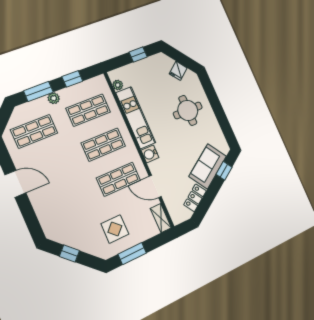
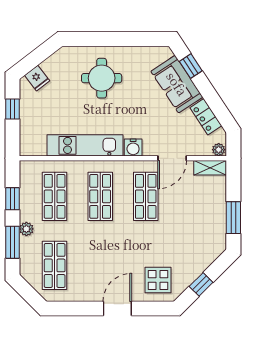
fridge: (178, 71) -> (37, 78), moved
plant: (118, 85) -> (219, 150), moved
door: (15, 184) -> (117, 309), moved
display table: (115, 229) -> (158, 280), moved

